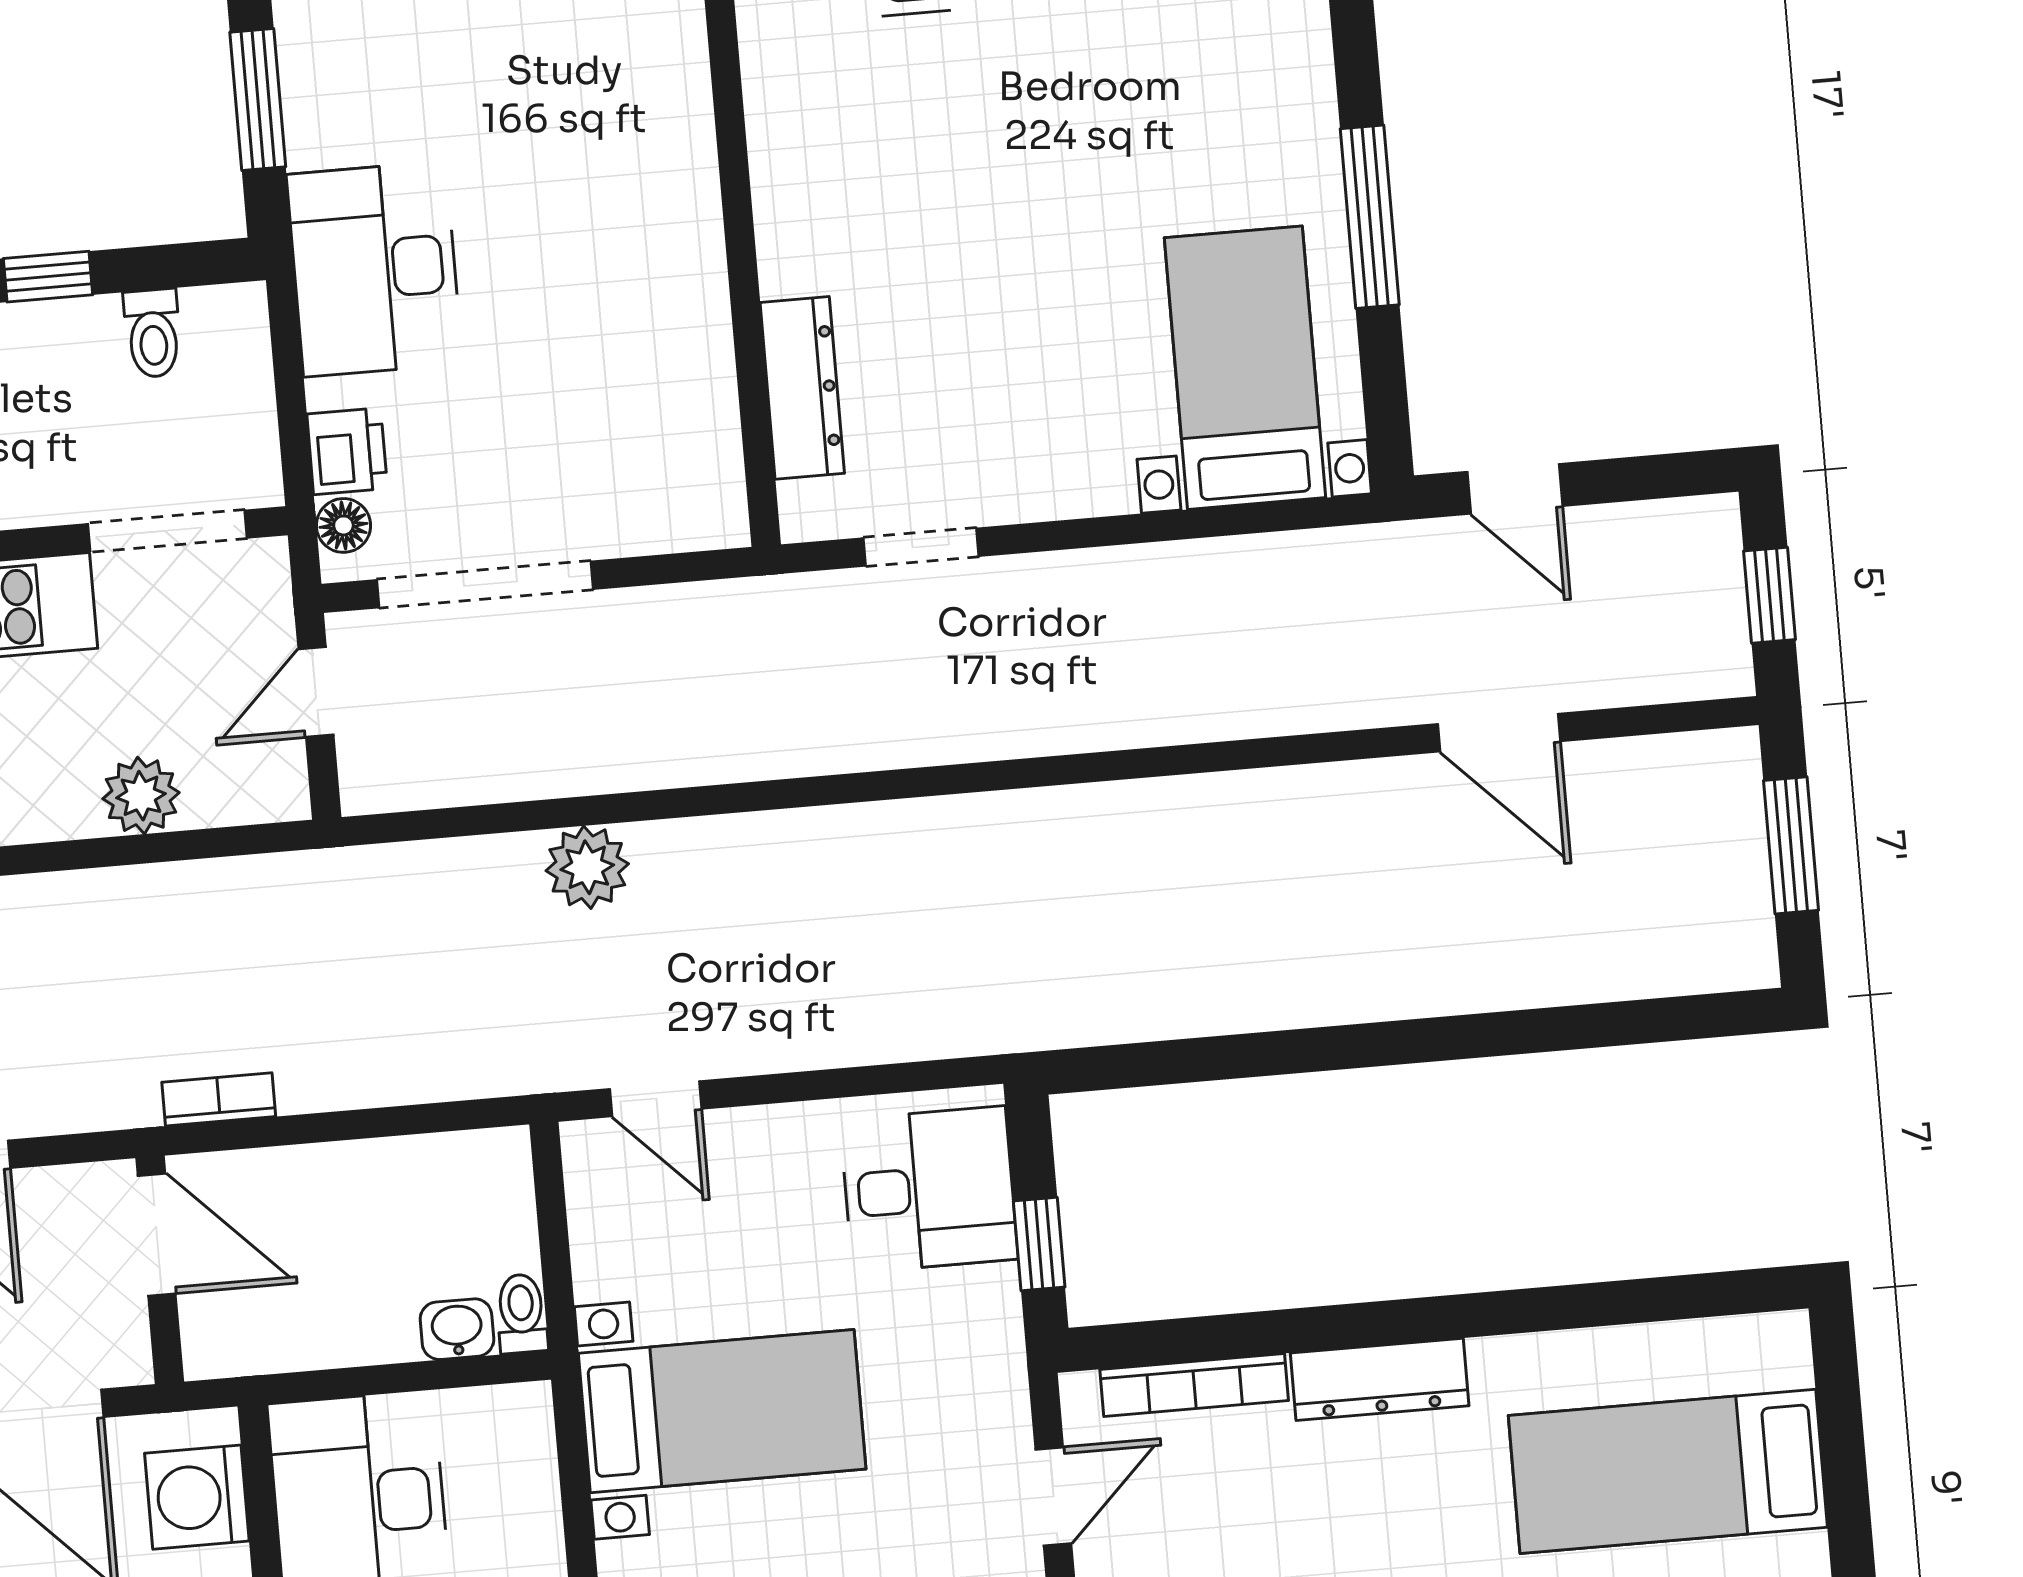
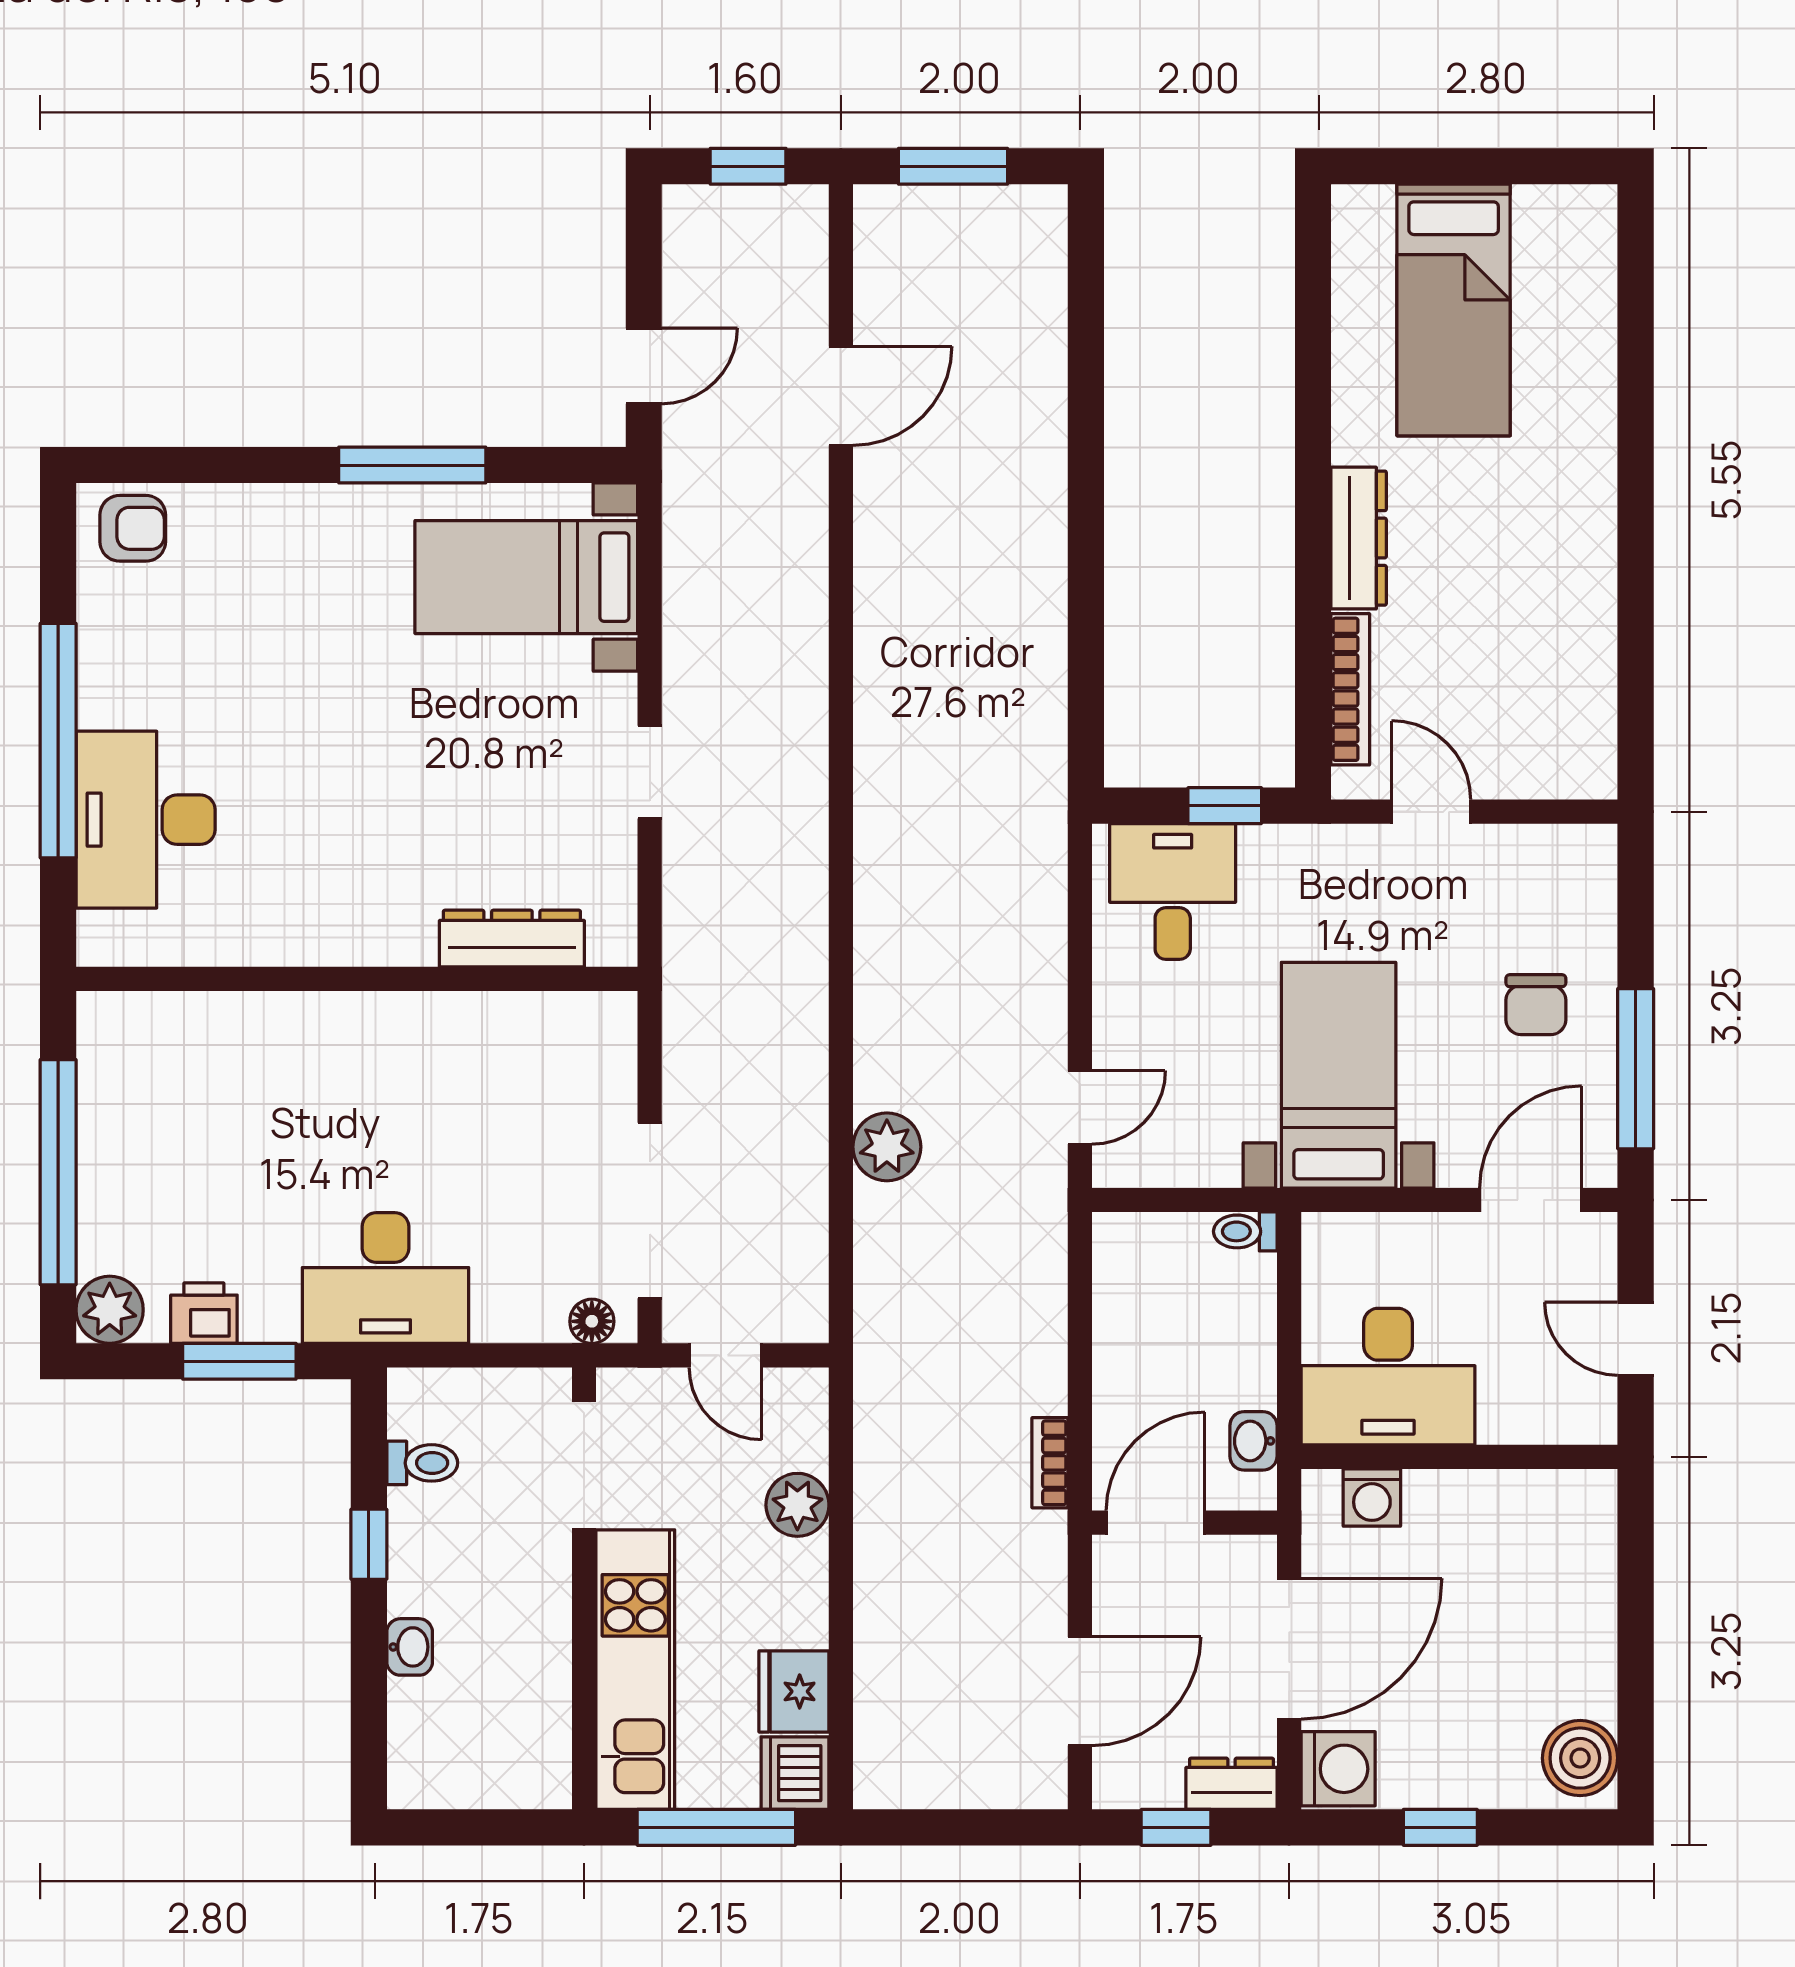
printer: (347, 451) -> (204, 1313), moved
doorway: (921, 547) -> (650, 772), moved
washbasin: (457, 1329) -> (1253, 1441), moved
washing machine: (197, 1497) -> (1372, 1497), width x0.73, depth x0.73

